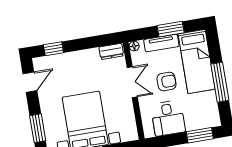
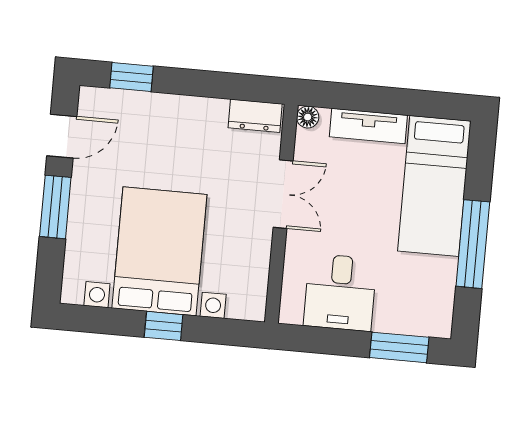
window: (171, 29) -> (396, 101), removed
armchair: (166, 82) -> (358, 212), removed
window: (38, 128) -> (55, 207), moved

